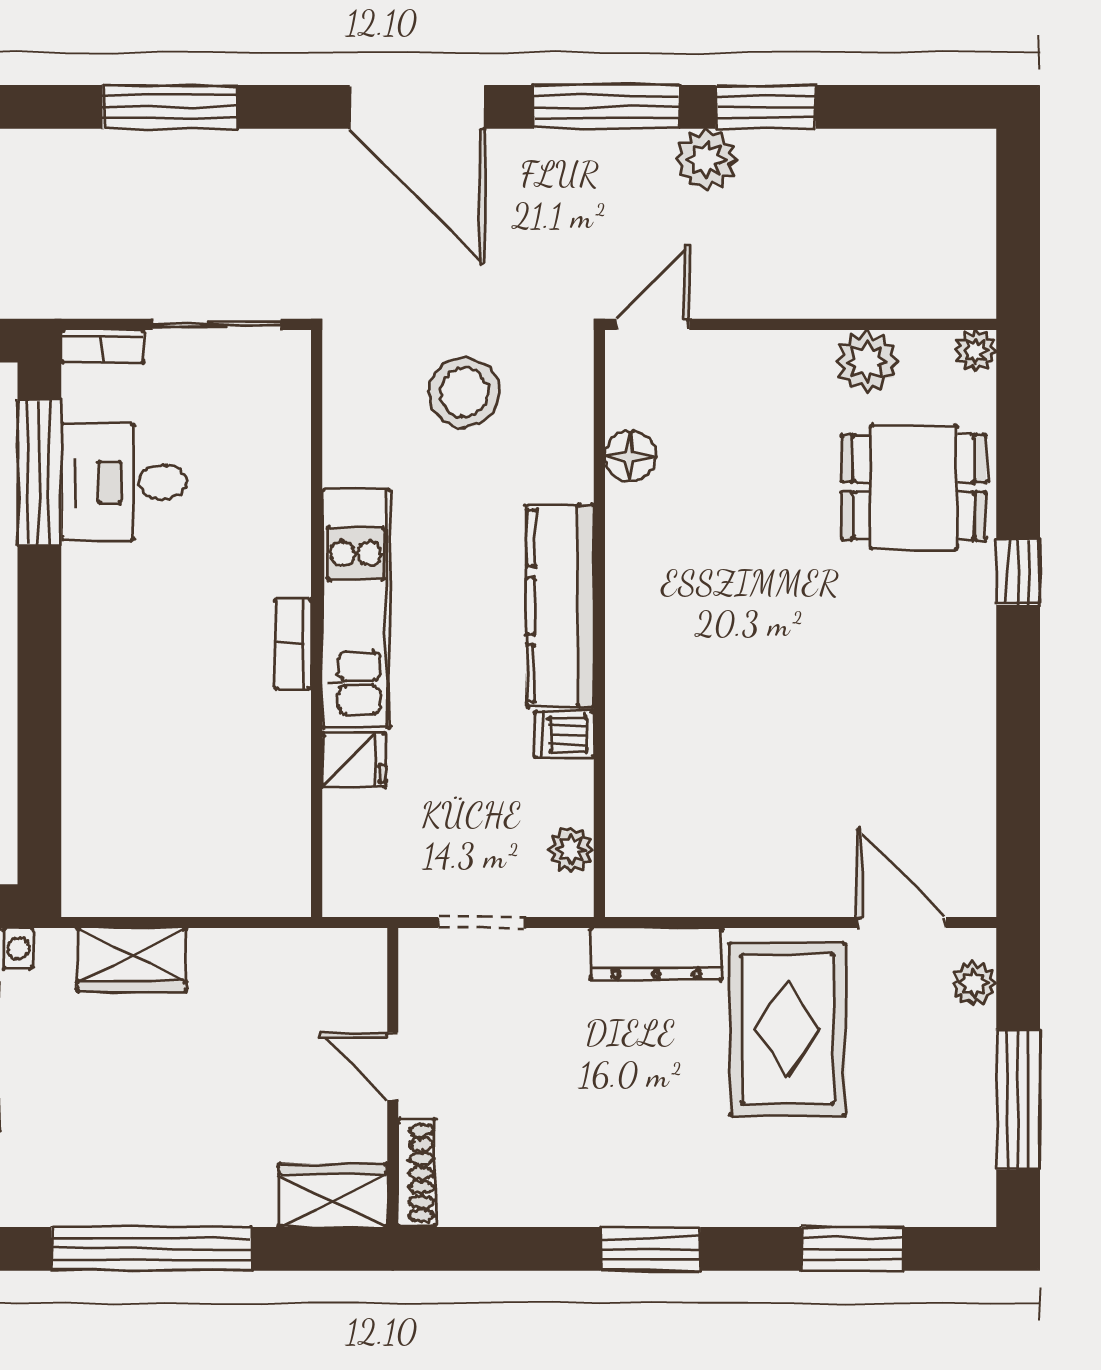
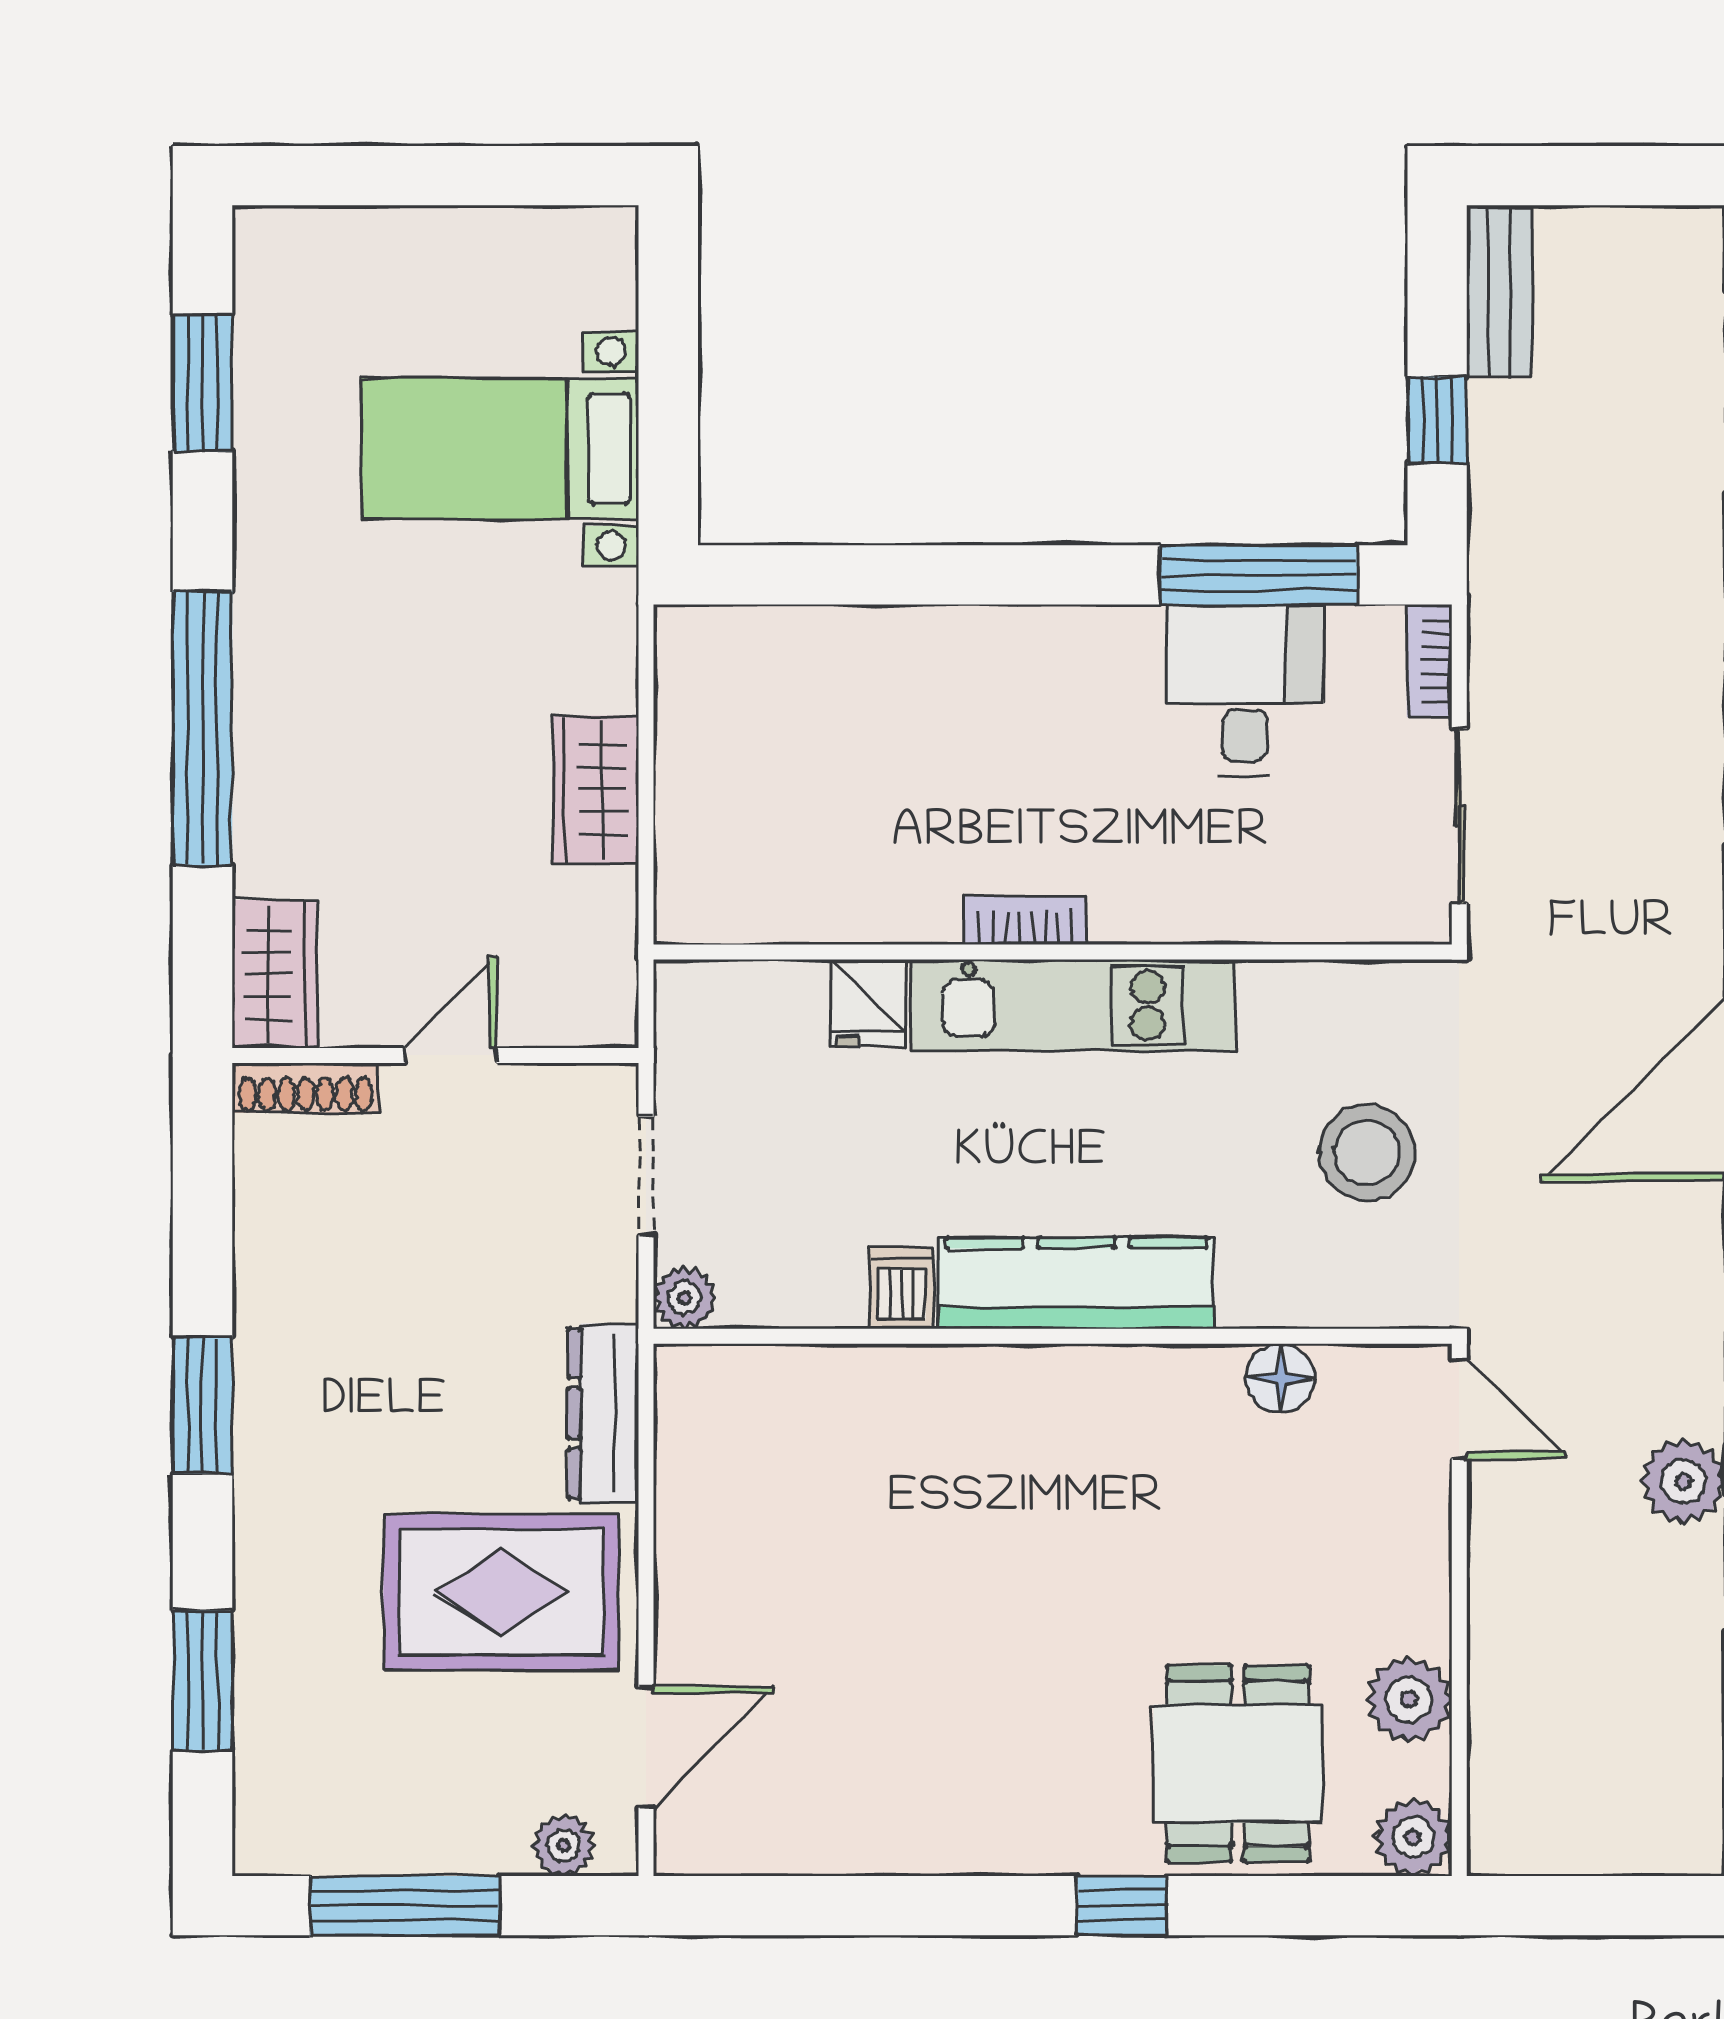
plant: (976, 351) -> (1413, 1837), width x1.38, depth x1.38
plant: (571, 849) -> (684, 1298), moved
wardrobe: (132, 960) -> (596, 790), moved

